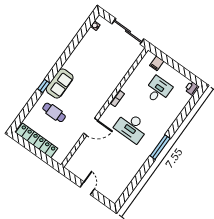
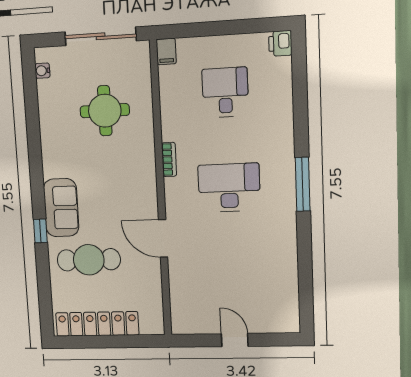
round table: (107, 60) -> (105, 111), added
filing cabinet: (157, 63) -> (166, 51), moved
cafe table: (54, 112) -> (89, 260), width x1.37, depth x1.35
door: (91, 127) -> (163, 238), swing flipped
desk: (132, 127) -> (229, 188), turned 180

